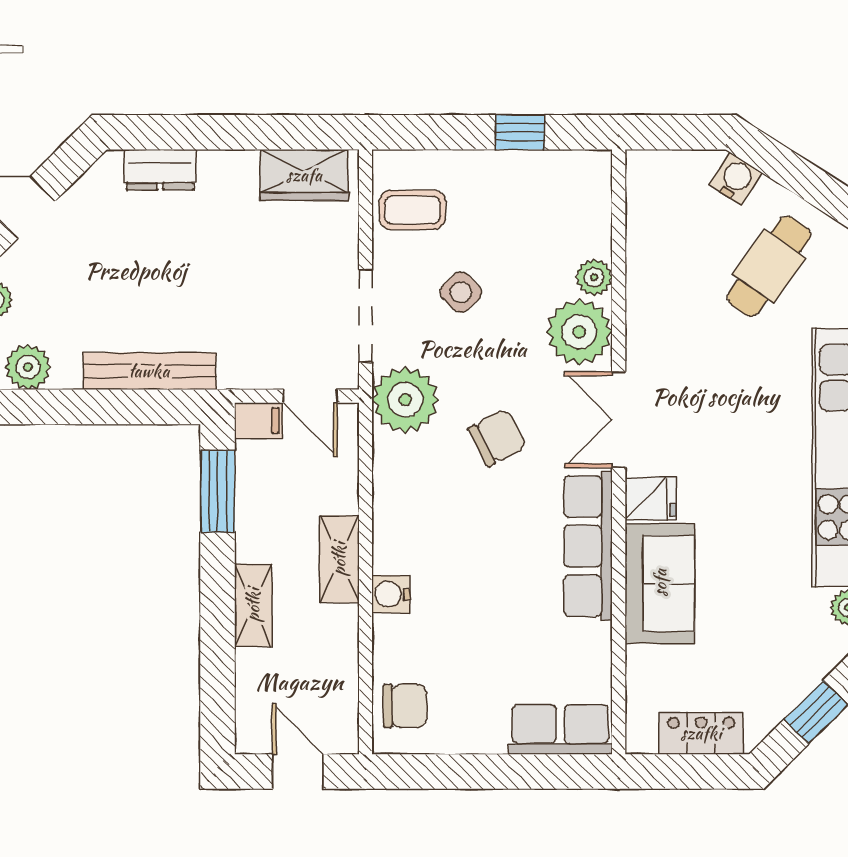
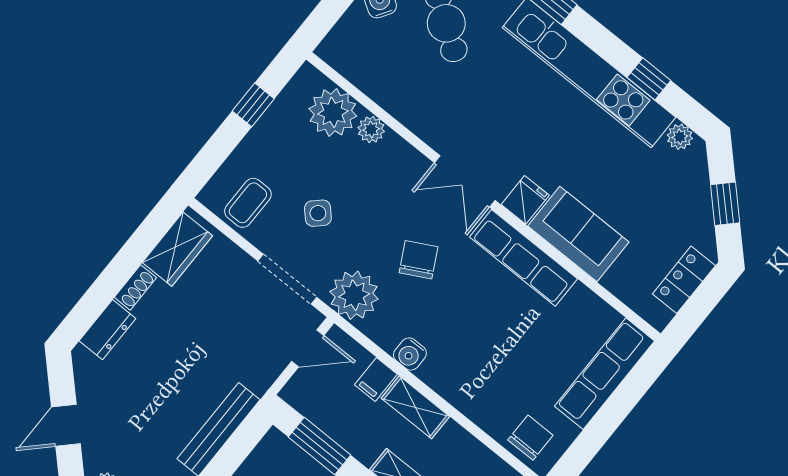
shoe rack: (228, 163) -> (135, 287), added
plant: (579, 332) -> (333, 112), moved
filing cabinet: (259, 421) -> (376, 380), moved, turned 180
water cooler: (391, 594) -> (410, 354), moved
row of seats: (560, 729) -> (605, 374), width x1.48

